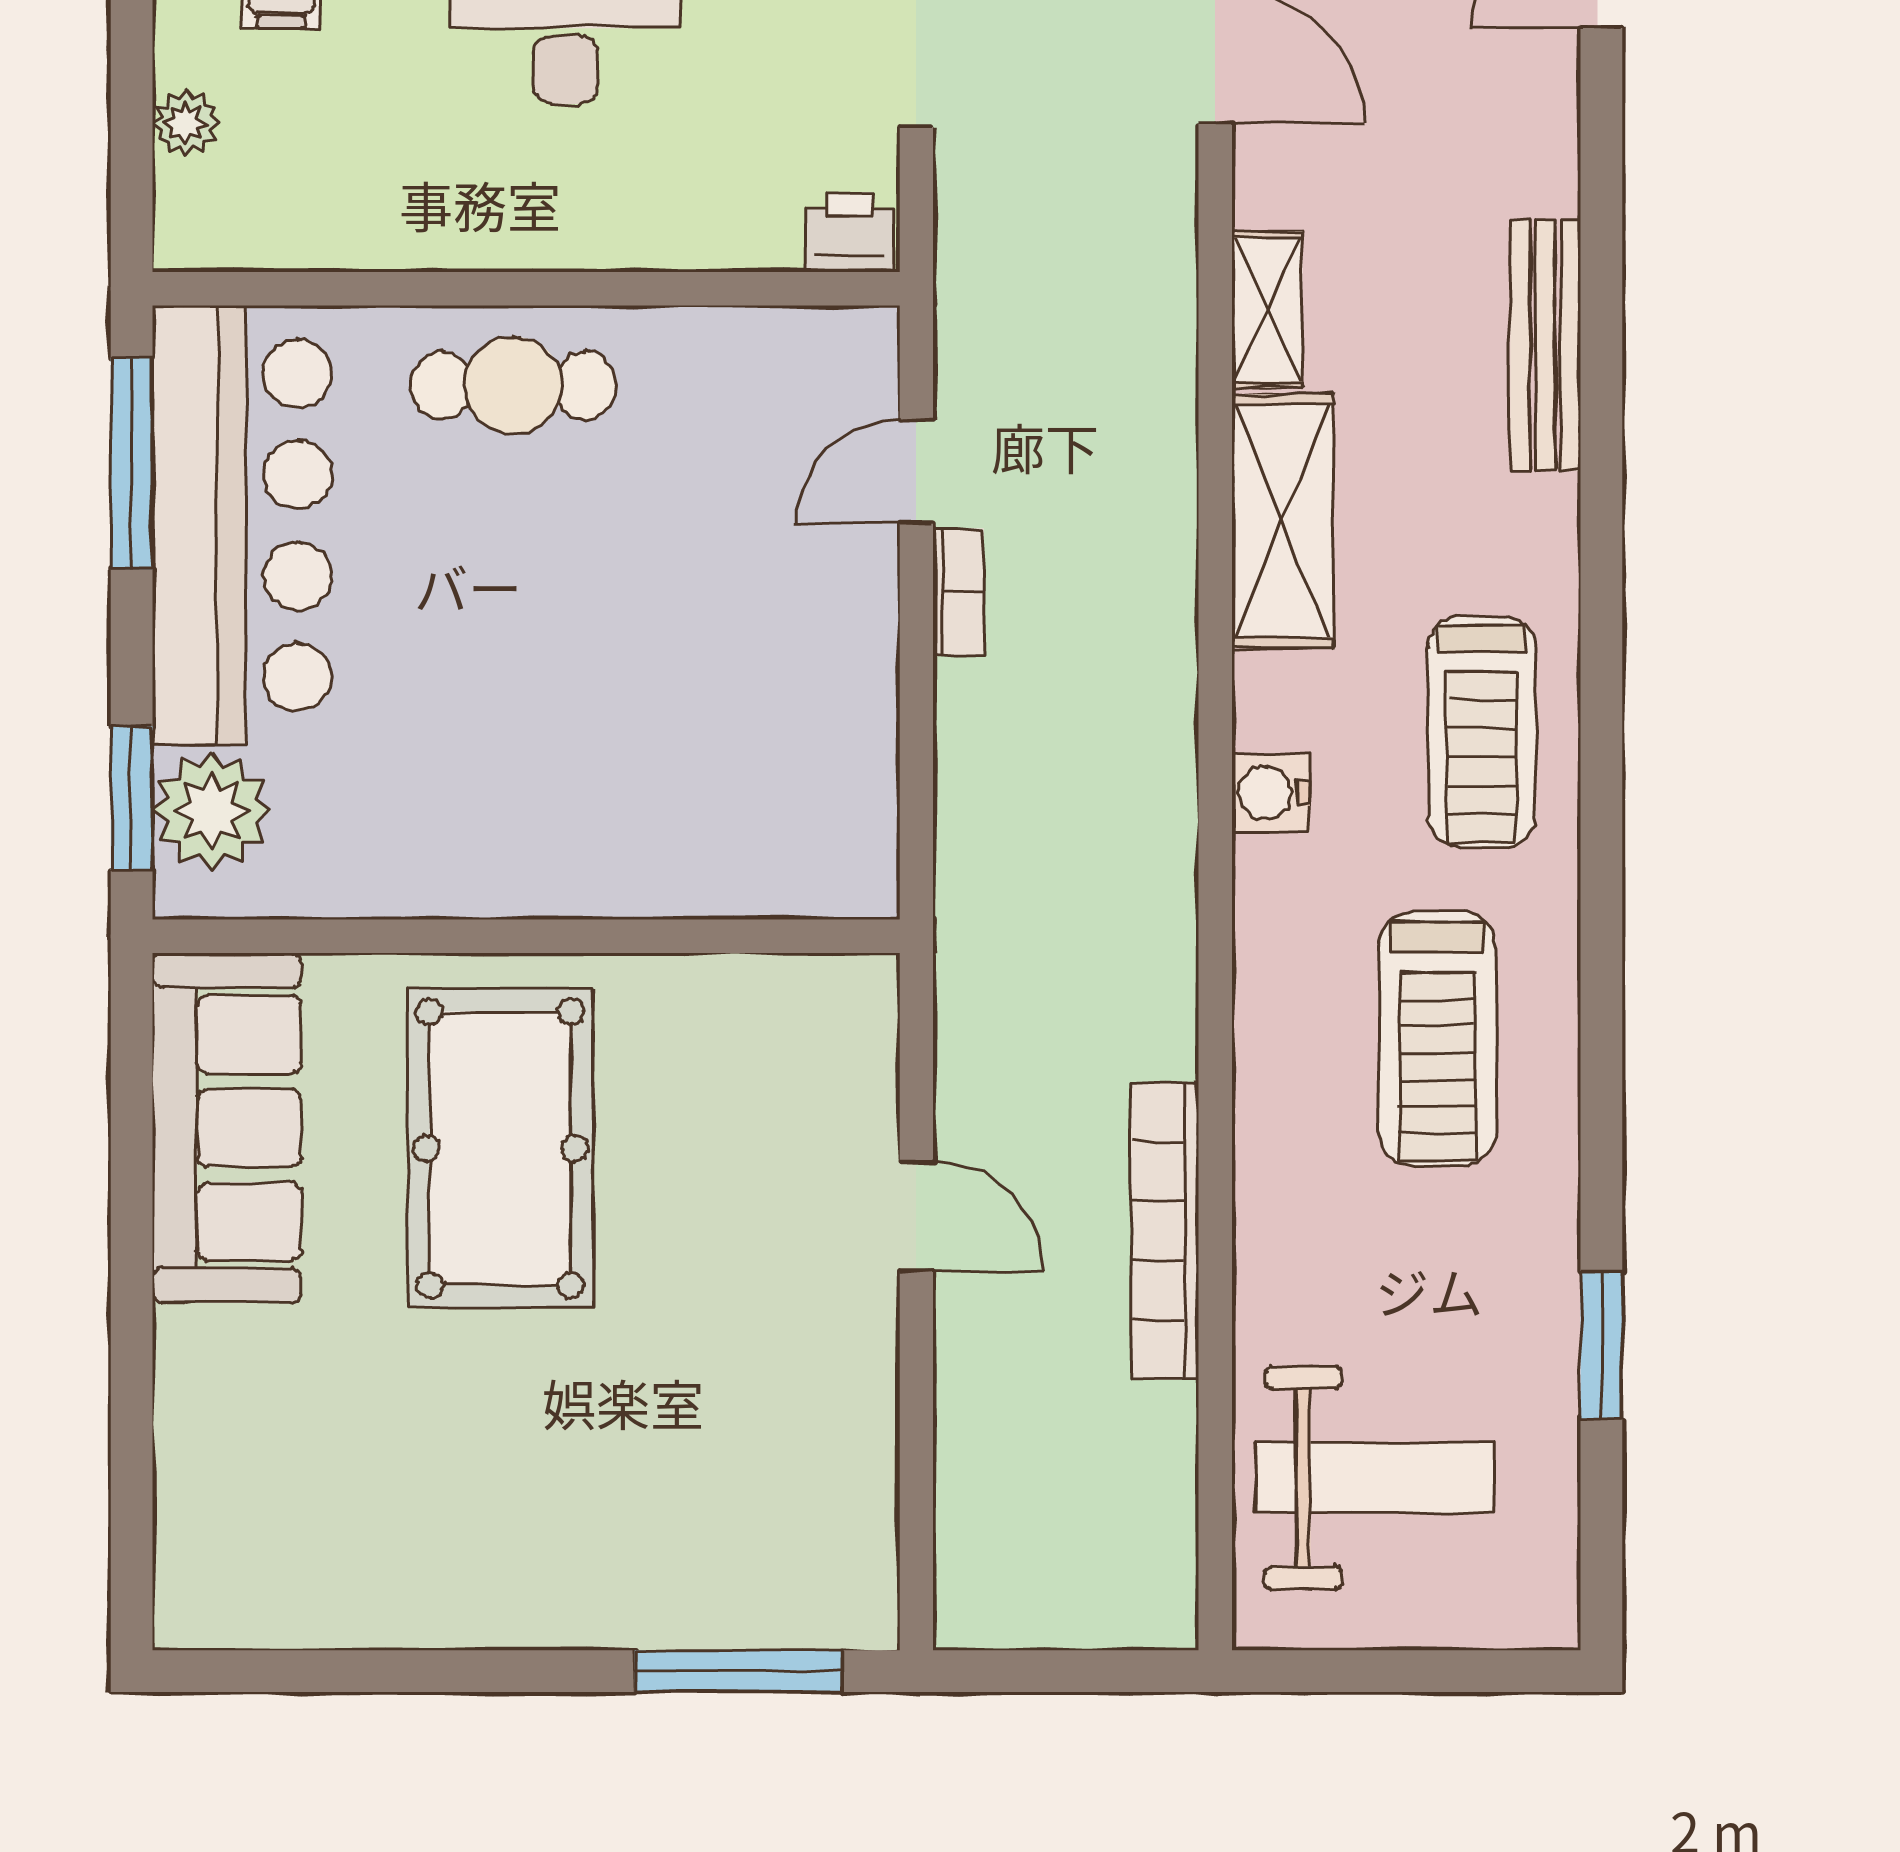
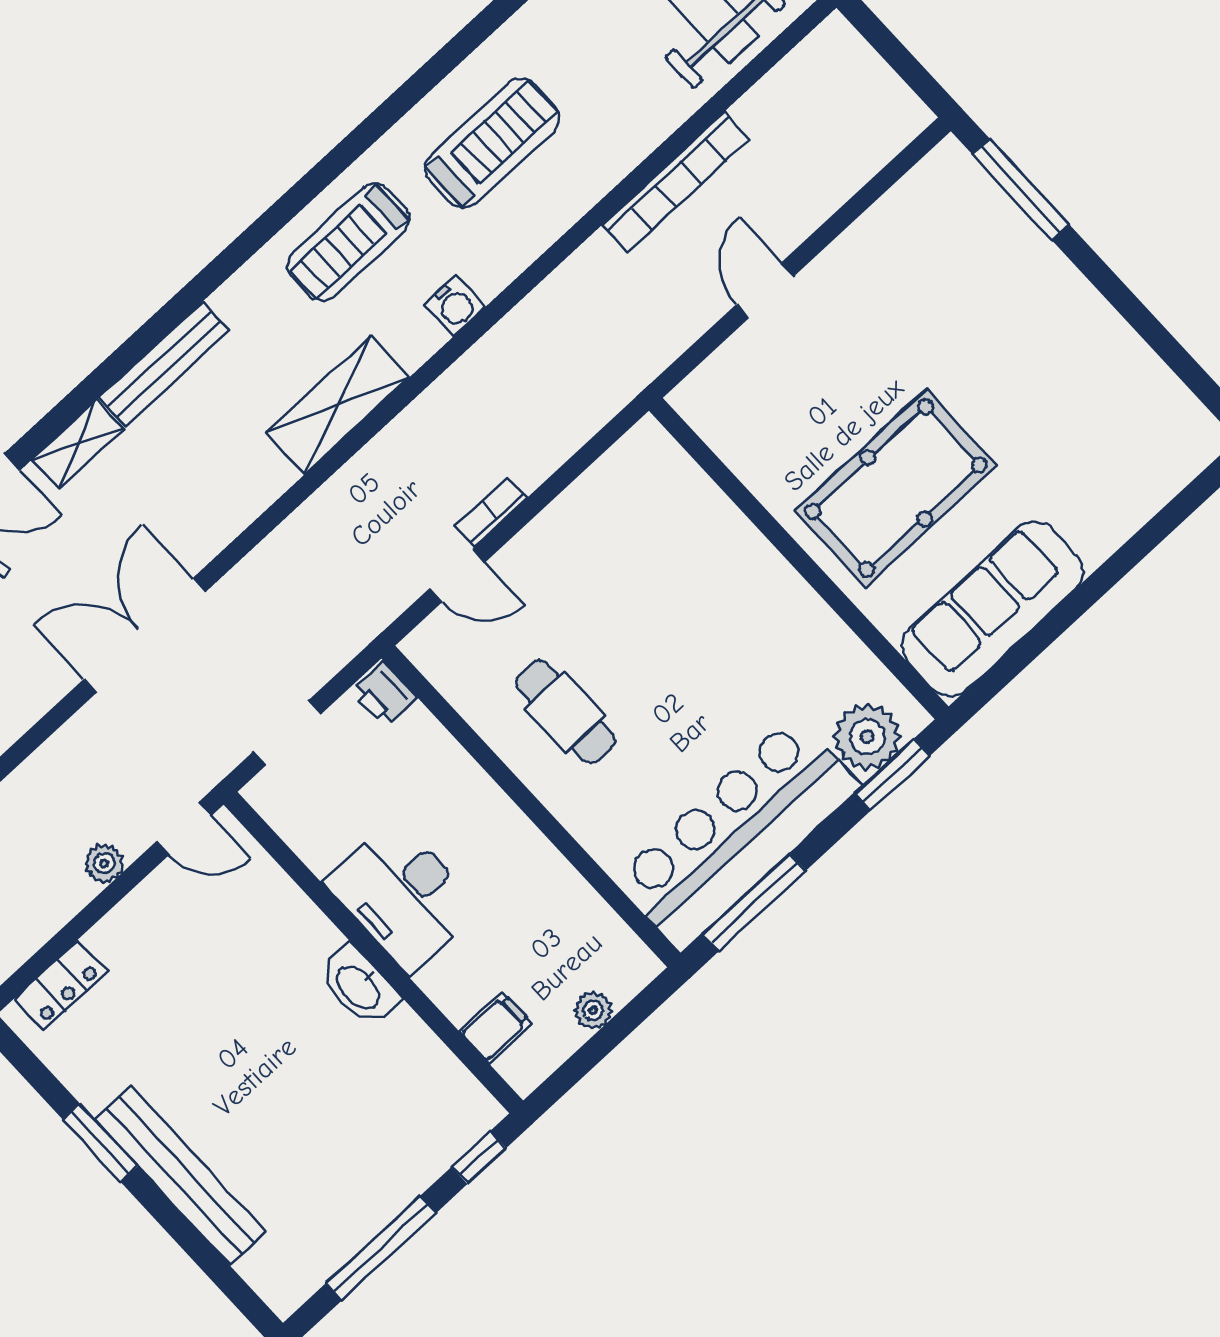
shelving: (1267, 310) -> (78, 444), moved
cafe table: (513, 385) -> (565, 712), moved
treadmill: (1482, 732) -> (349, 242), turned 180

